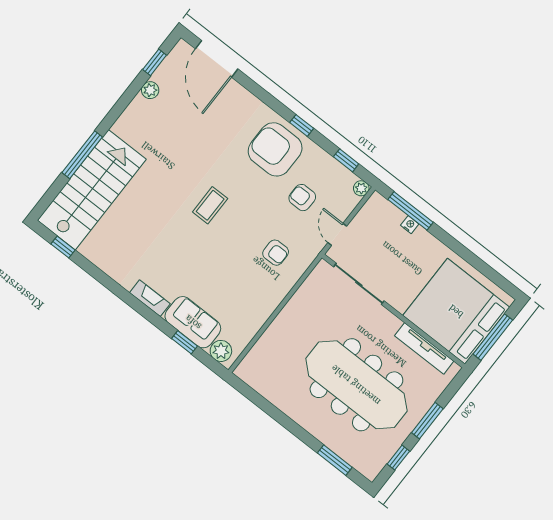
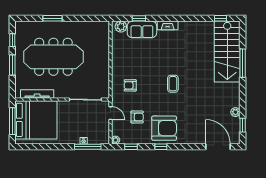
window: (335, 460) -> (52, 18), moved

